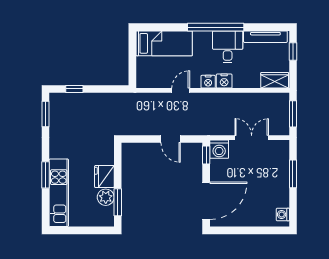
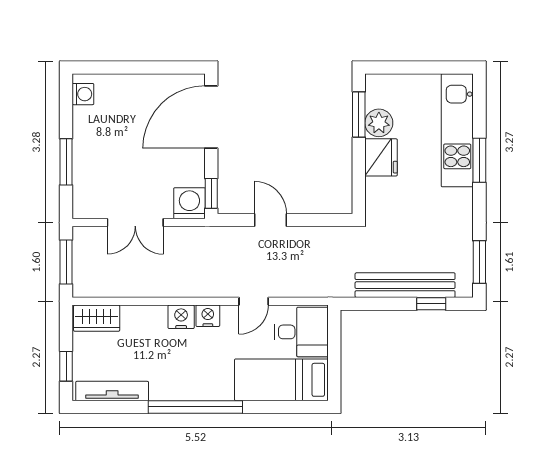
desk: (228, 47) -> (301, 332), moved, turned -90
bench: (90, 100) -> (405, 285), added

